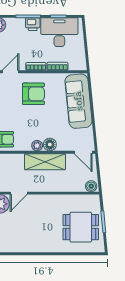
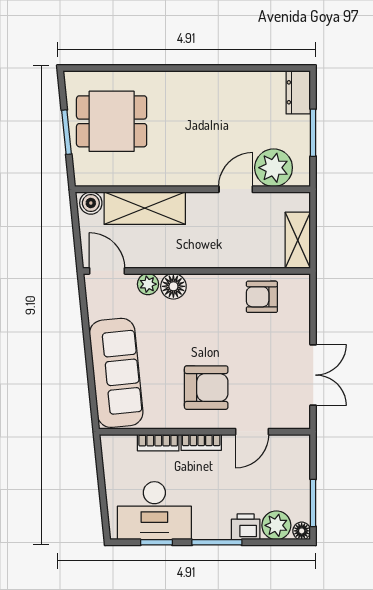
printer: (33, 24) -> (246, 527), moved
armchair: (33, 94) -> (206, 388), turned 180
plant: (37, 146) -> (148, 284), moved
shelving: (45, 162) -> (145, 208), moved

